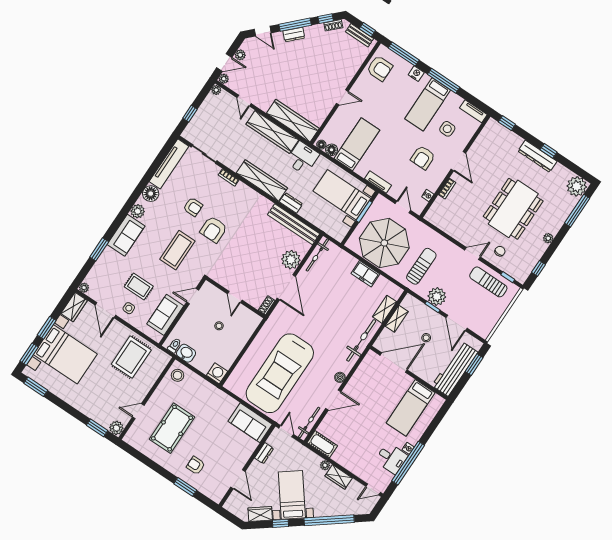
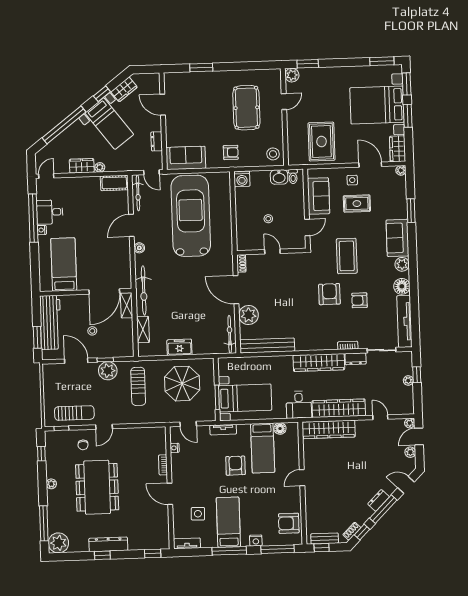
plant: (216, 90) -> (408, 380), moved
floor lamp: (321, 145) -> (291, 427), removed
armchair: (423, 158) -> (235, 466), moved
dresser: (291, 203) -> (356, 359), moved
parasol: (384, 243) -> (182, 384), width x0.73, depth x0.73
shelving: (397, 319) -> (127, 305), moved
armchair: (196, 465) -> (231, 152), moved

